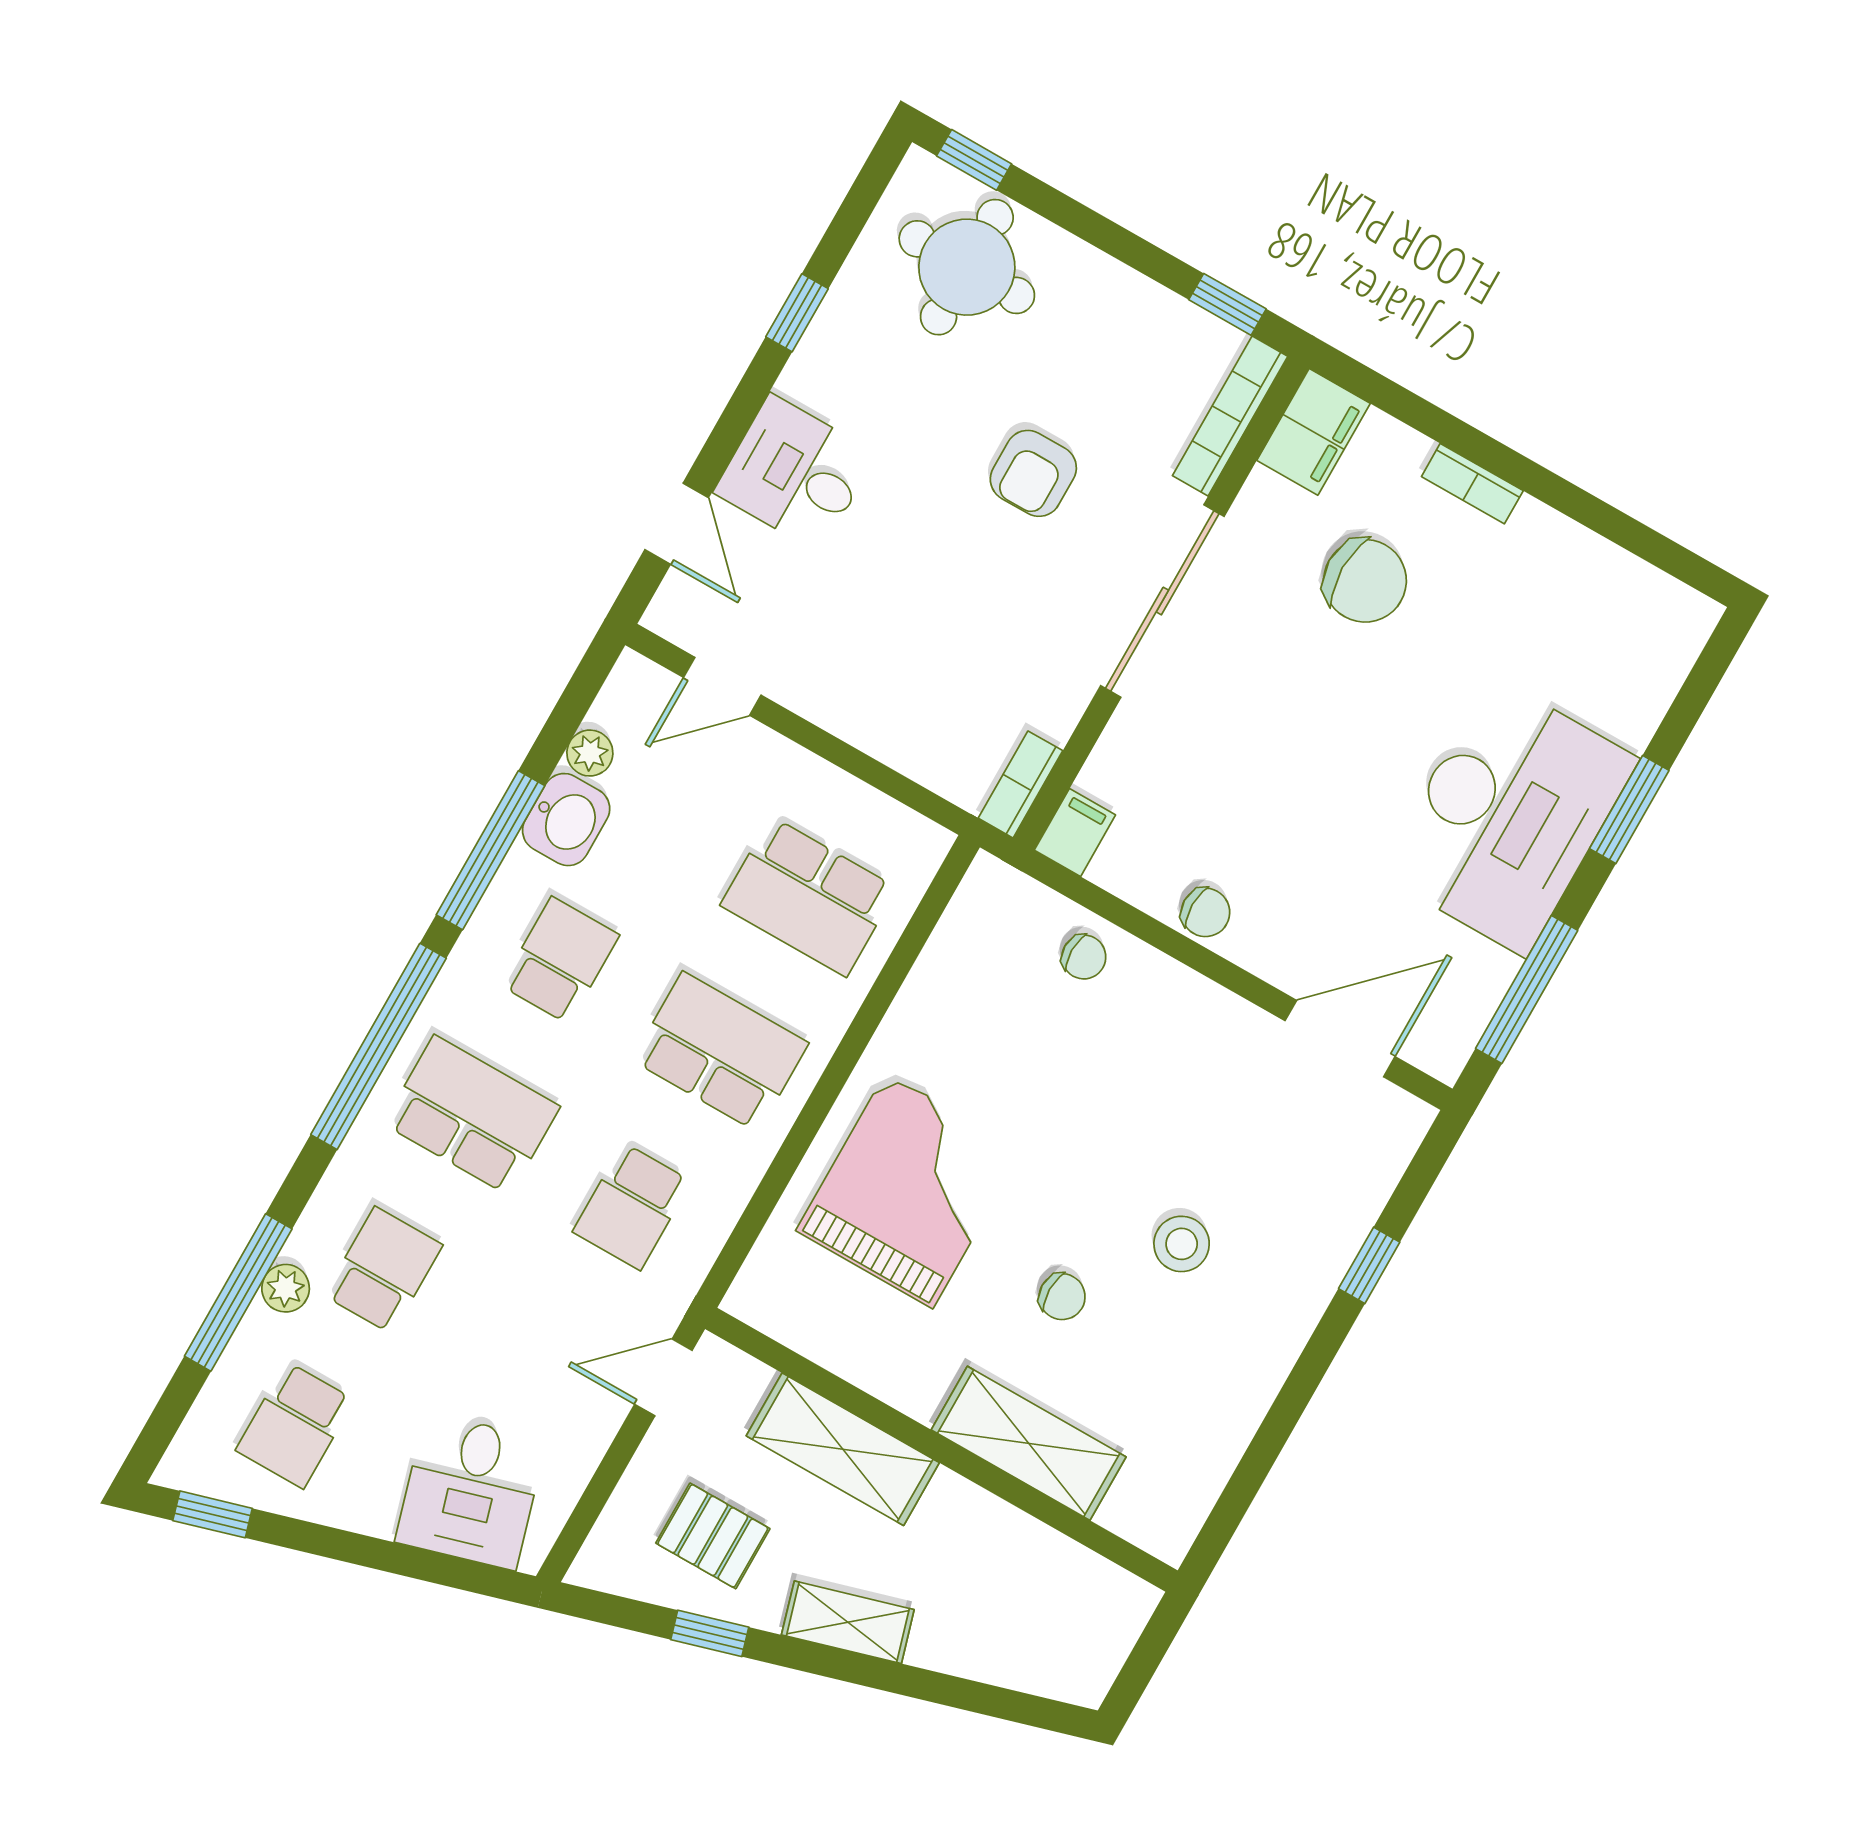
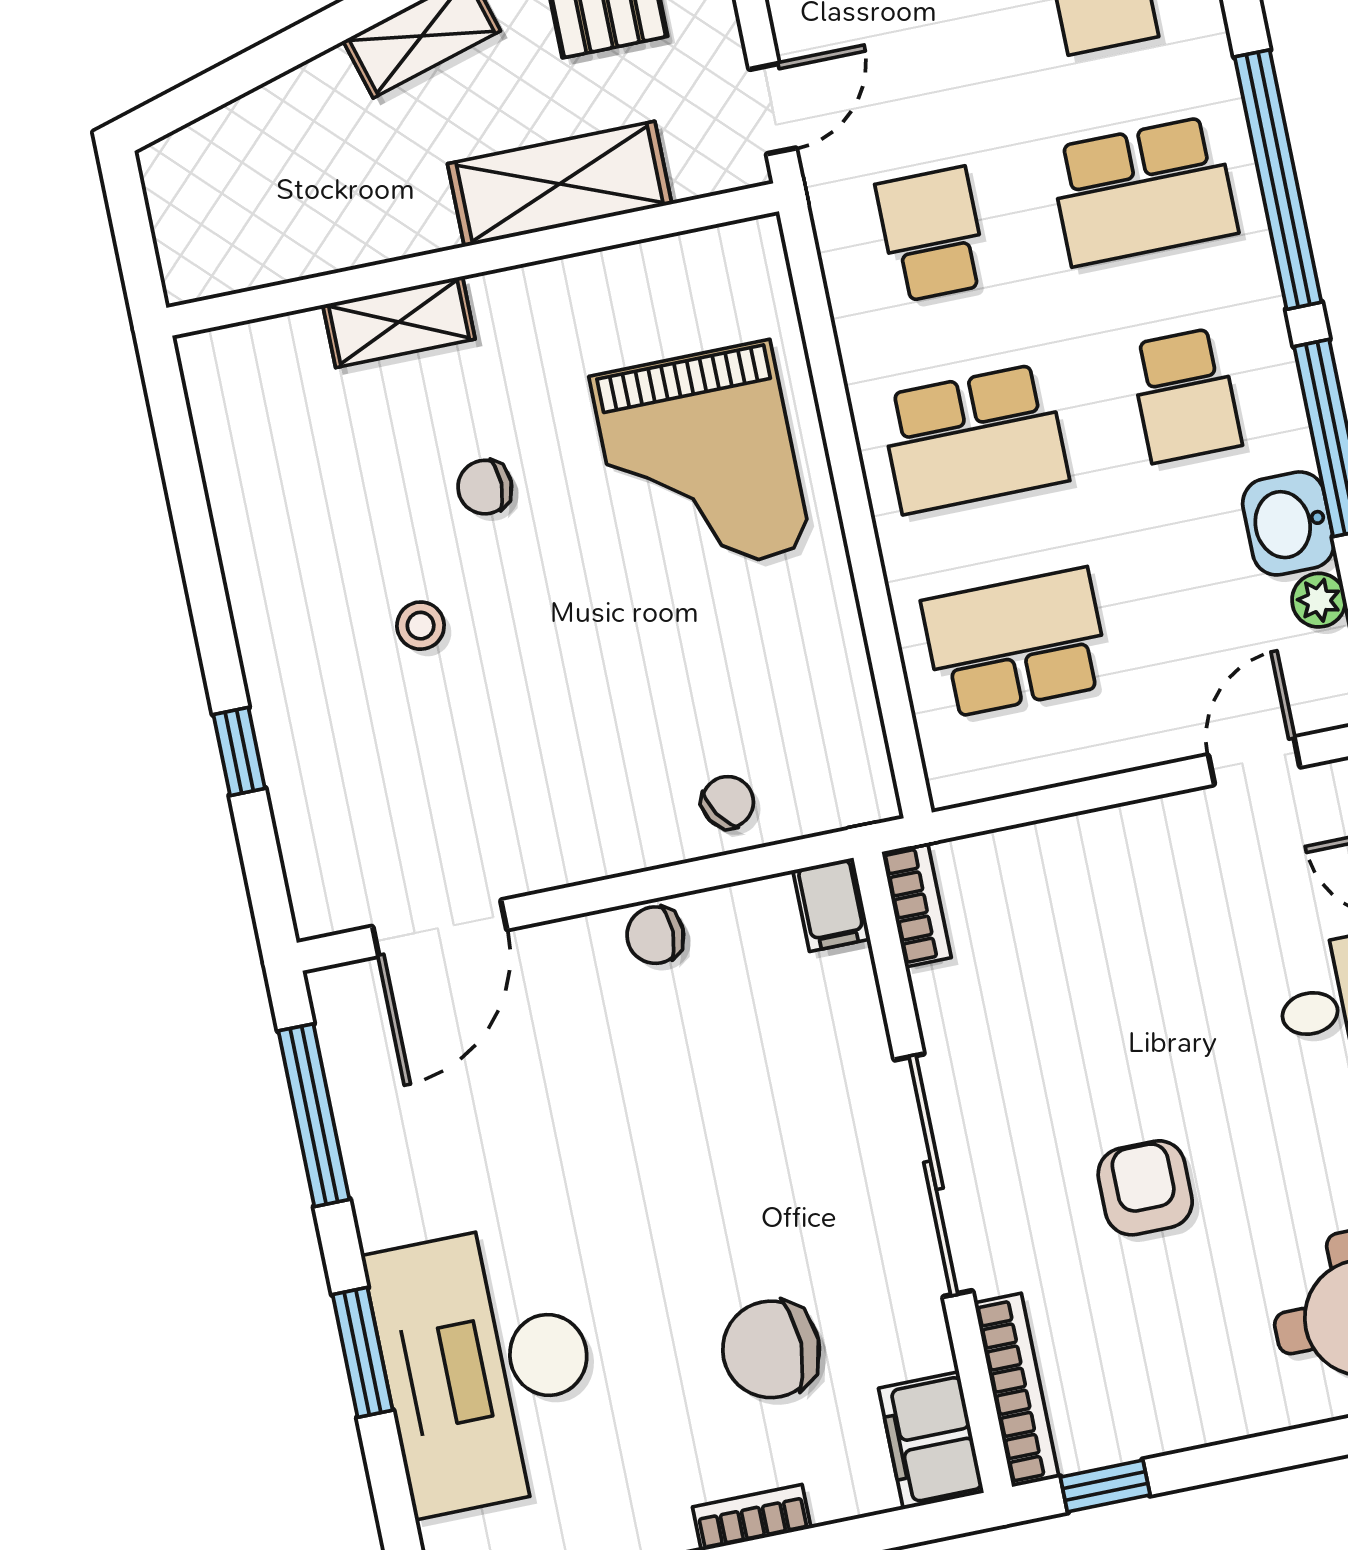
desk: (1508, 816) -> (487, 1368), moved
chair: (1084, 957) -> (728, 802), turned 147
stool: (1182, 1244) -> (421, 626), width x0.73, depth x0.73
shelving: (1029, 1443) -> (399, 322), width x0.67, depth x0.75

